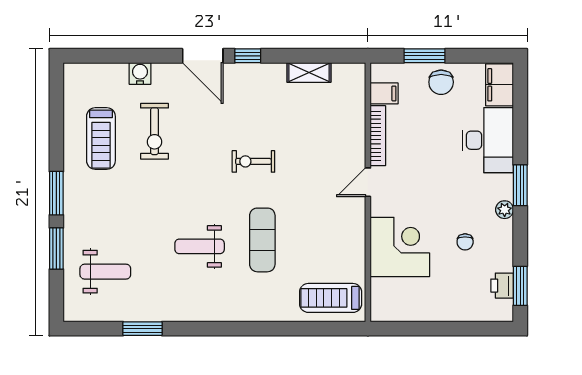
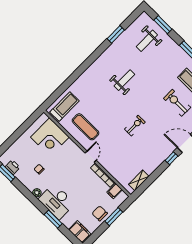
shelving: (309, 72) -> (139, 180), moved
desk: (488, 140) -> (57, 201), moved
window: (520, 185) -> (53, 219), moved
exercise mat: (262, 240) -> (86, 127), moved
corner desk: (400, 247) -> (50, 137), moved
window: (56, 249) -> (163, 25), moved

